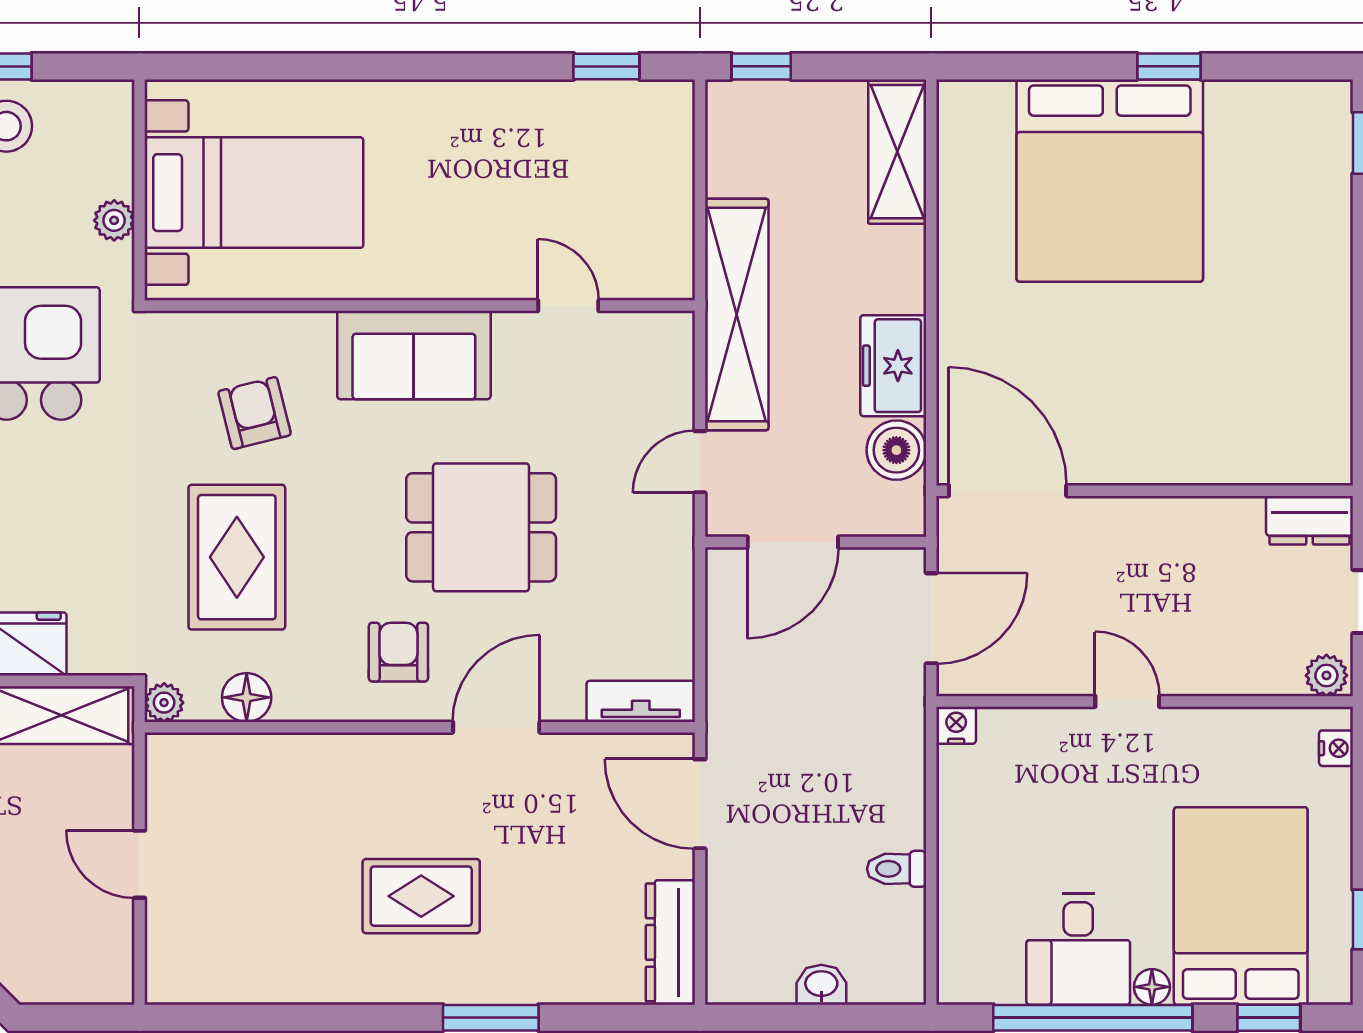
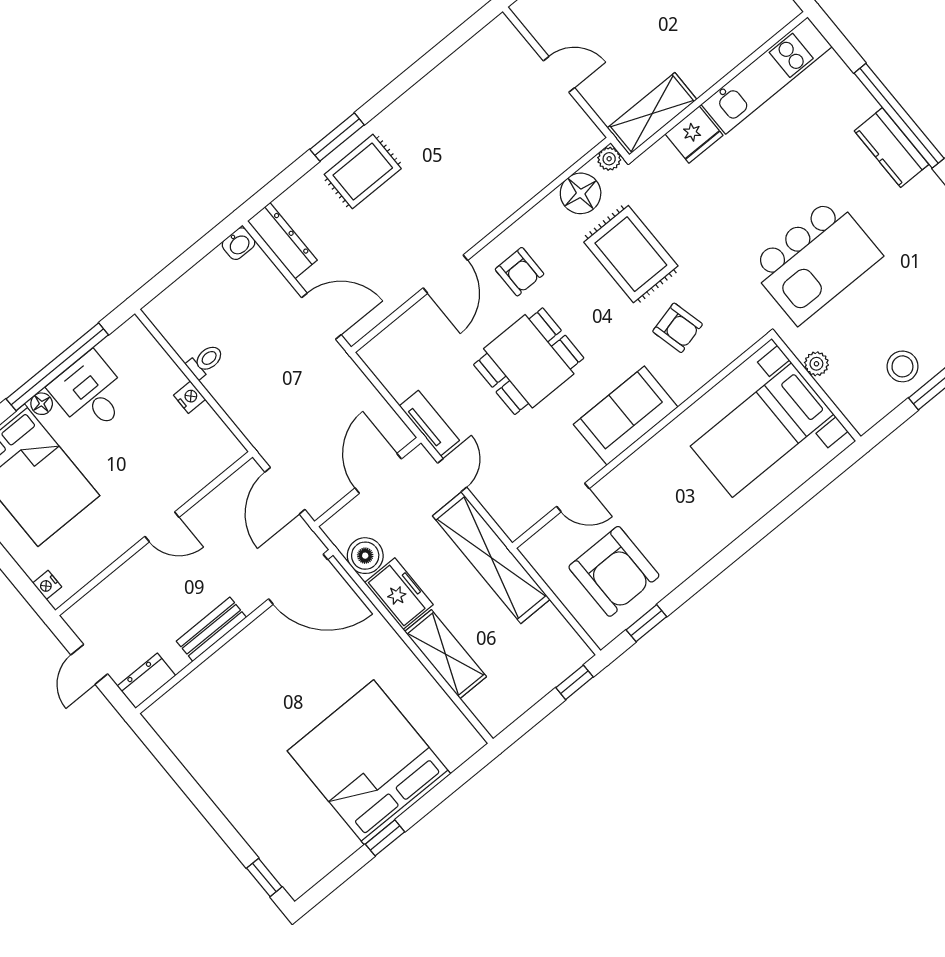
shelving: (897, 152) -> (446, 654), moved
armchair: (593, 167) -> (614, 571), added
bench: (1172, 518) -> (211, 629), added
plant: (1326, 675) -> (79, 615), removed
floor lamp: (247, 697) -> (581, 193), width x1.38, depth x1.38
tv unit: (641, 701) -> (429, 423), moved, turned -90
nightstand: (956, 725) -> (189, 397), moved, turned -90
rug: (421, 896) -> (363, 172), moved
washbasin: (821, 985) -> (239, 244), moved

